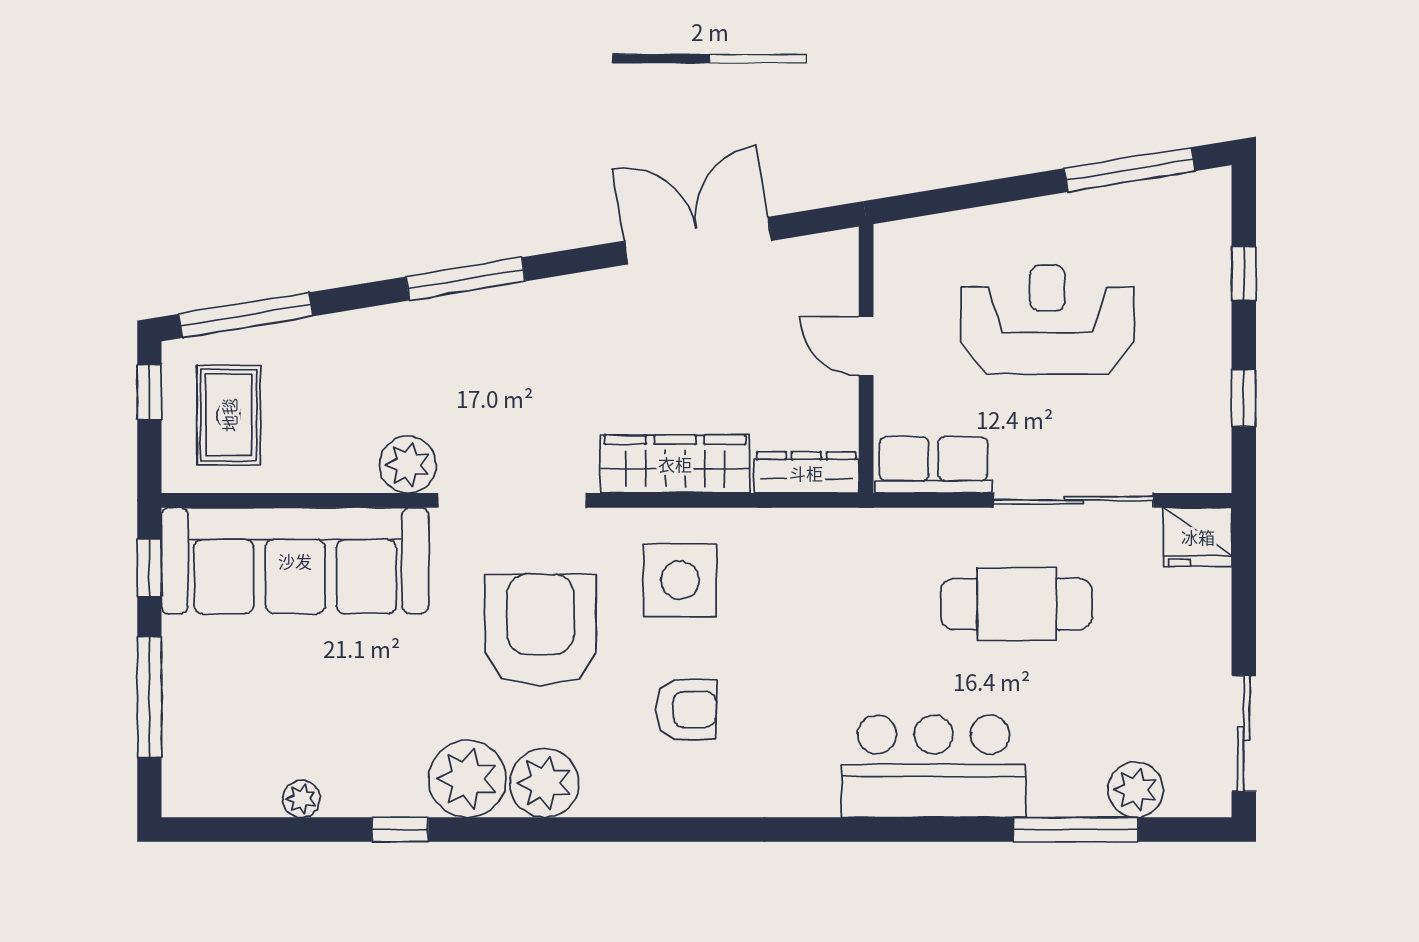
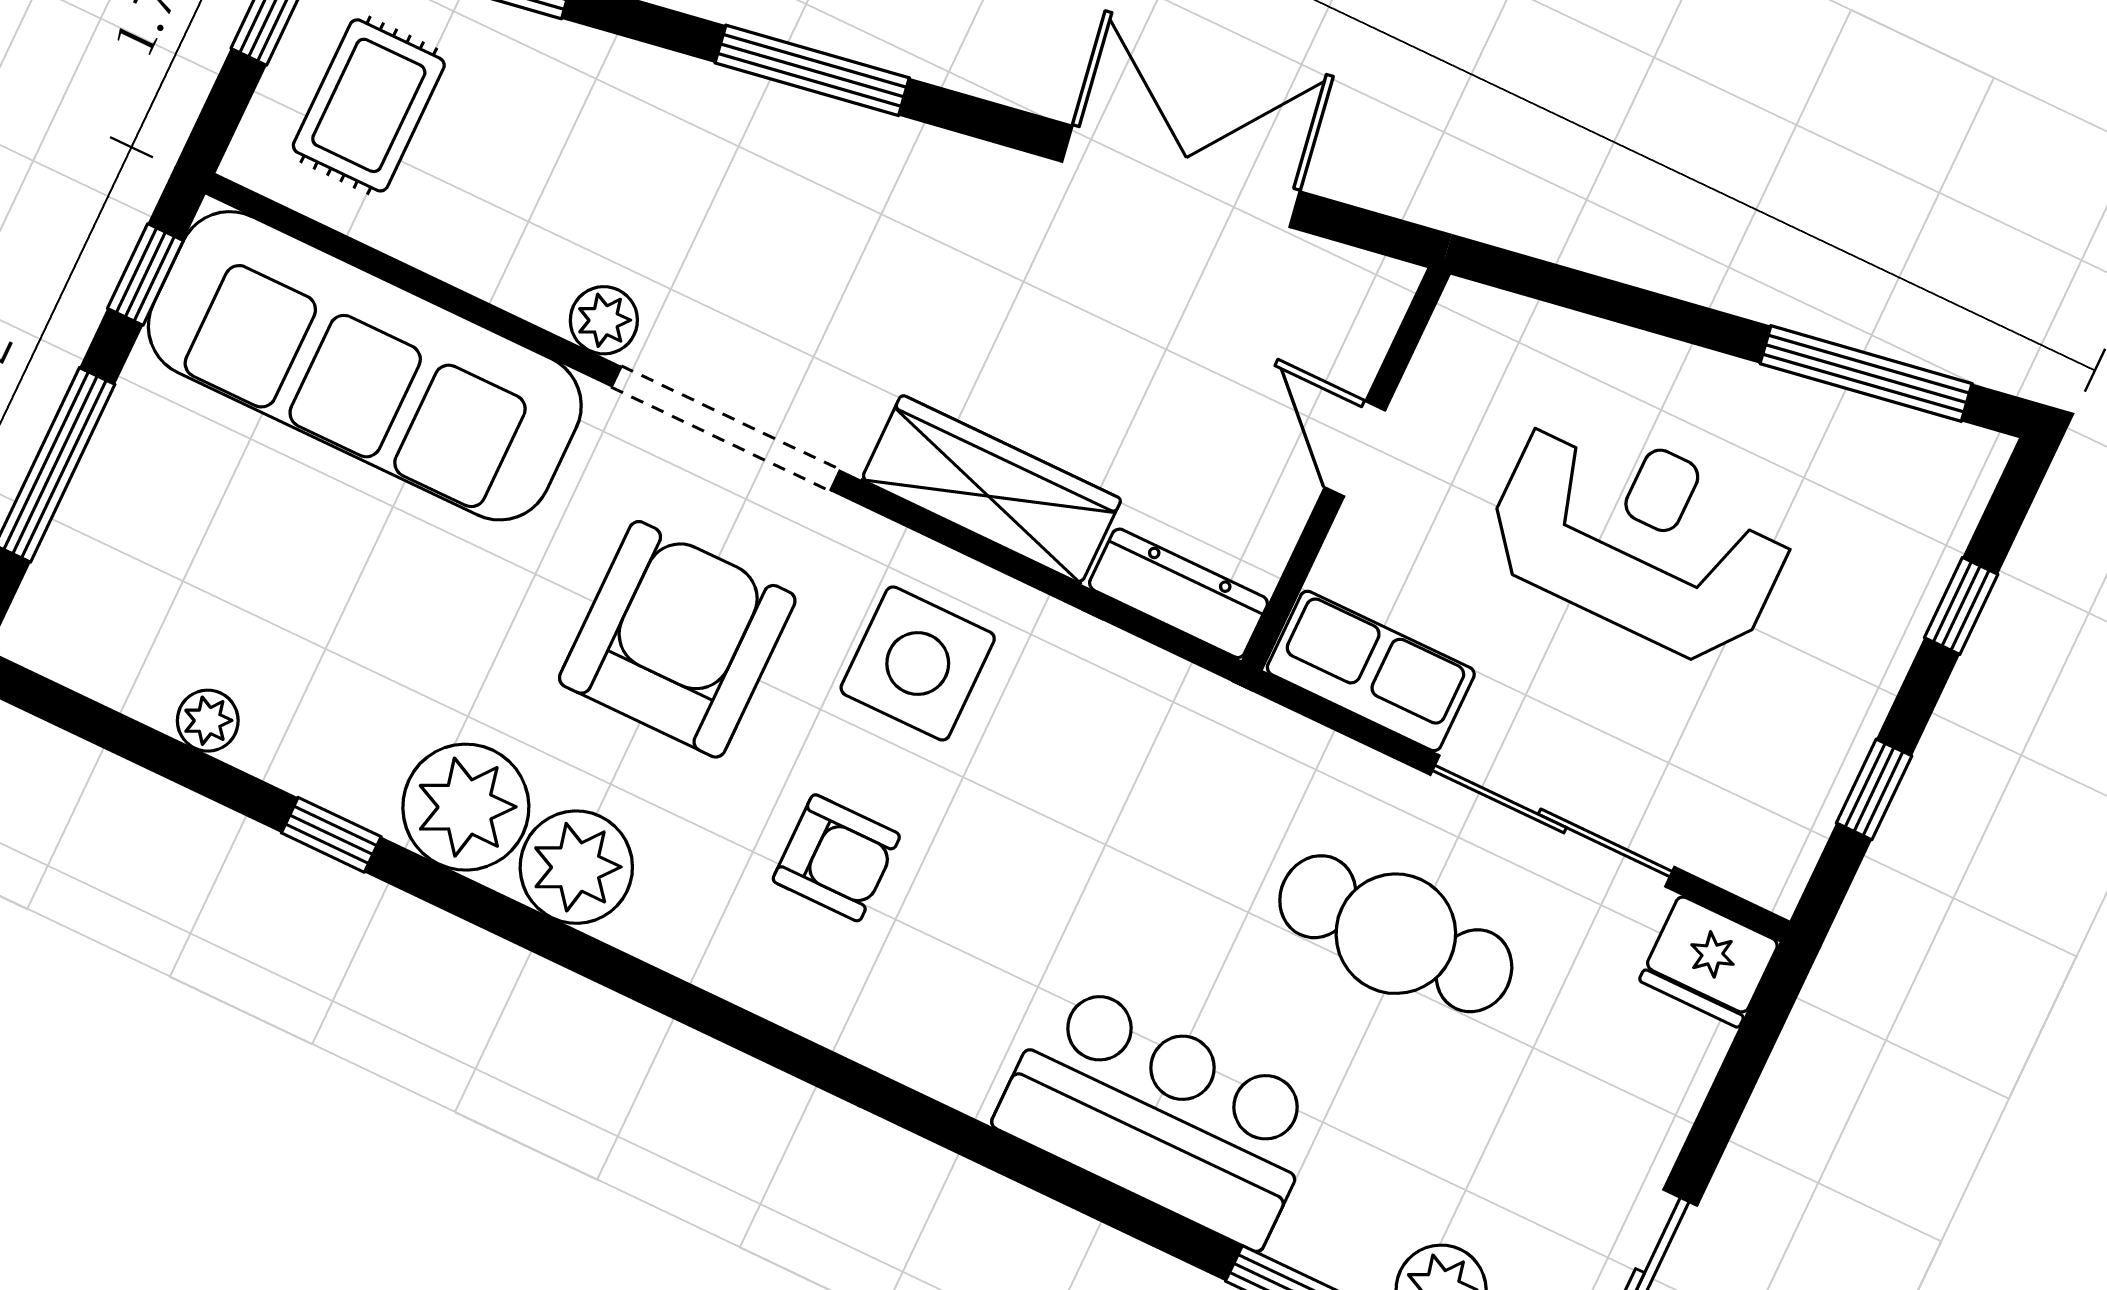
plant: (408, 465) -> (604, 320), width x0.73, depth x0.73

